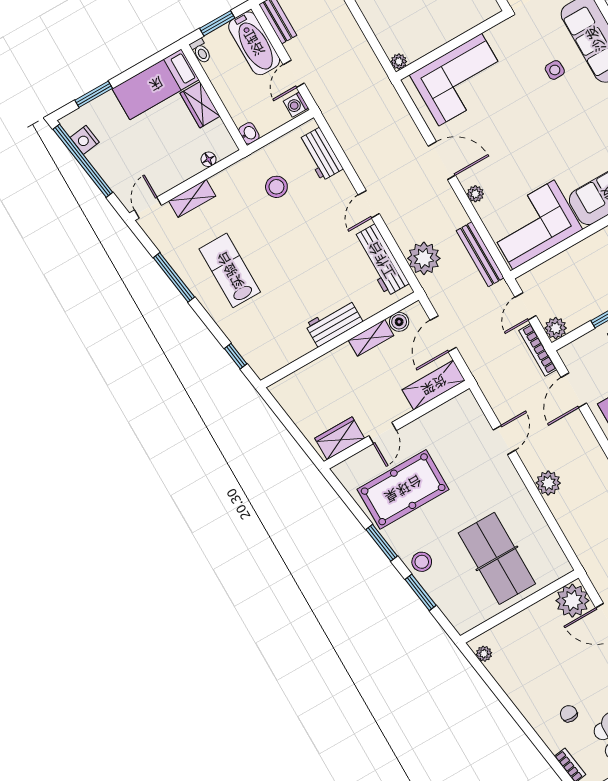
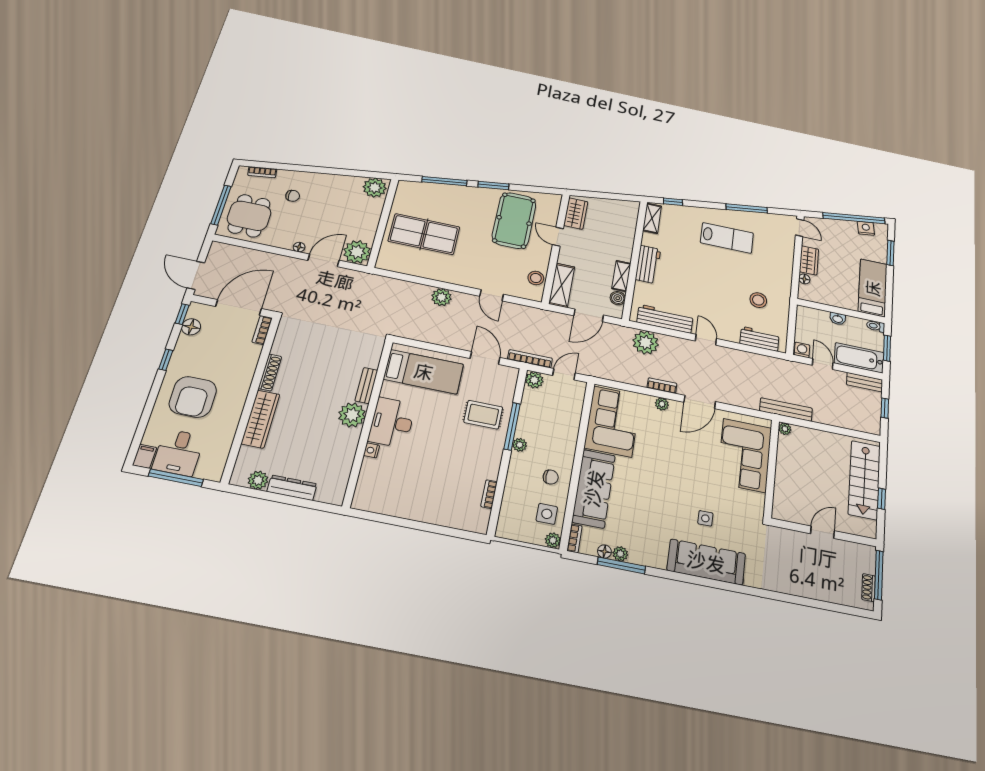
wardrobe: (200, 105) -> (809, 260), moved, turned 90
washbasin: (249, 133) -> (838, 319), moved
shelving: (192, 198) -> (652, 218), moved
bookcase: (456, 208) -> (662, 386), added
bench: (480, 254) -> (786, 410), moved
door: (526, 306) -> (564, 374), hinge flipped
door: (443, 334) -> (589, 315), swing flipped
stool: (422, 562) -> (536, 278), moved
window: (421, 592) -> (444, 181), width x1.44
plant: (484, 654) -> (375, 188), width x1.87, depth x1.87

